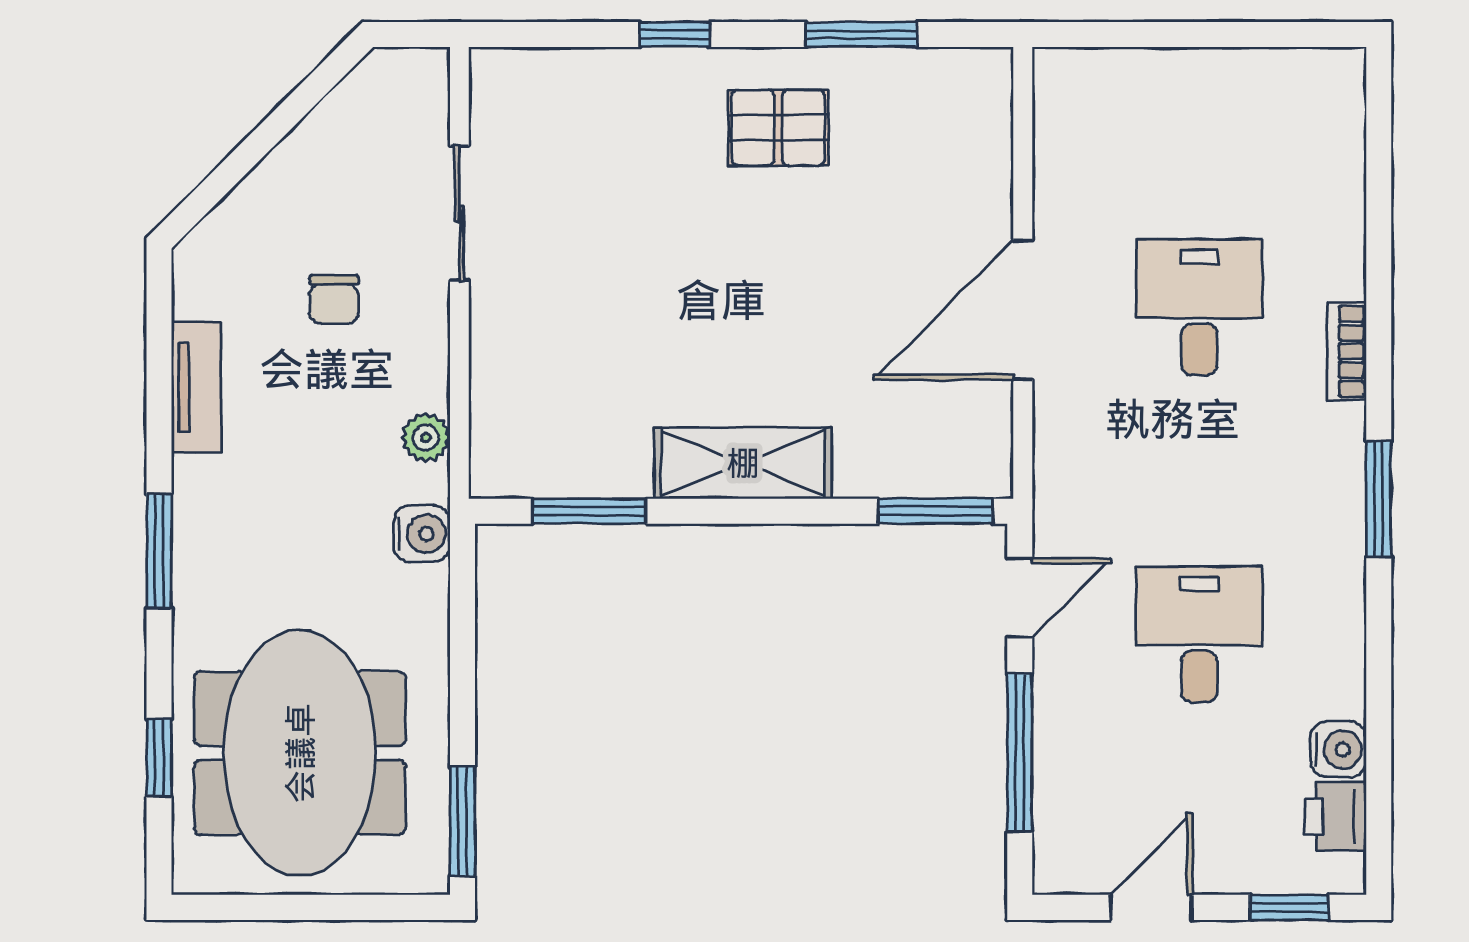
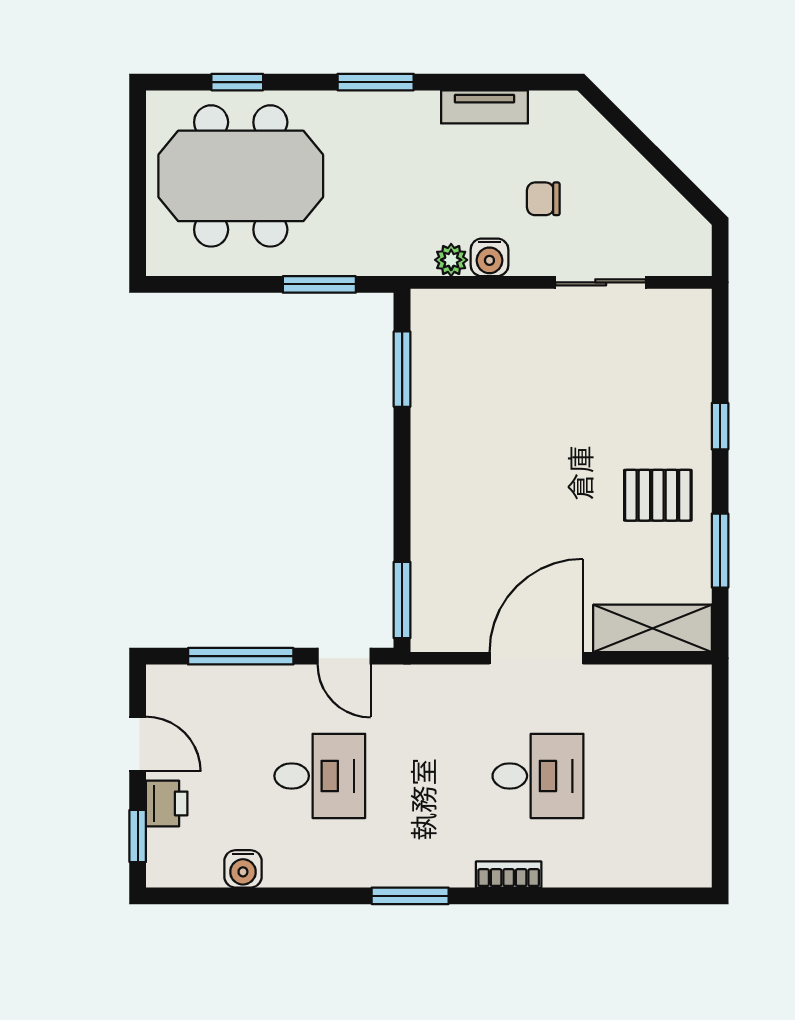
pallet: (778, 128) -> (658, 495), turned 90
door: (1023, 310) -> (536, 658), hinge flipped
shelving: (743, 463) -> (653, 628), moved, turned 90
water cooler: (422, 534) -> (489, 257), moved
printer: (1335, 817) -> (167, 803), moved, turned 90
window: (462, 821) -> (319, 284), moved

